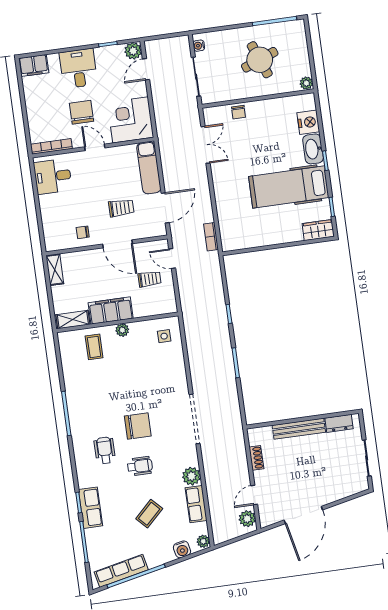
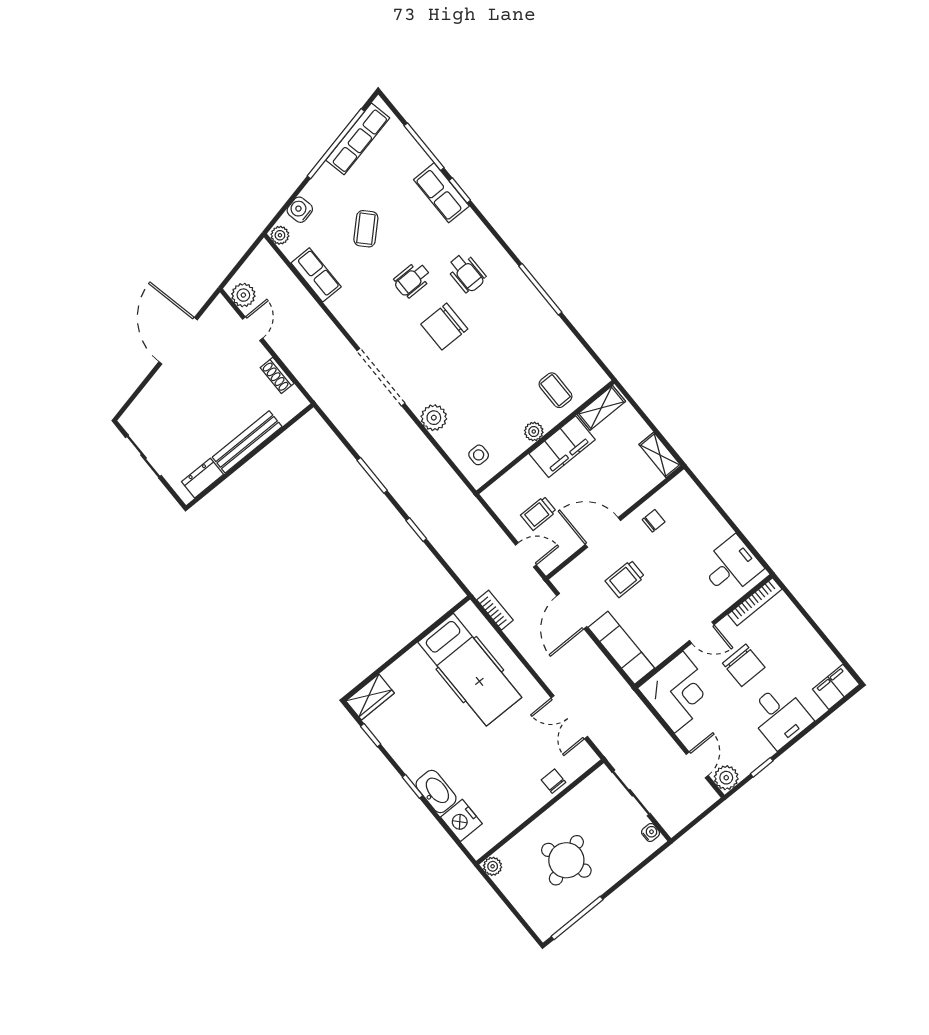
hospital bed: (289, 187) -> (470, 670), moved, turned 90
plant: (191, 476) -> (434, 418), moved

